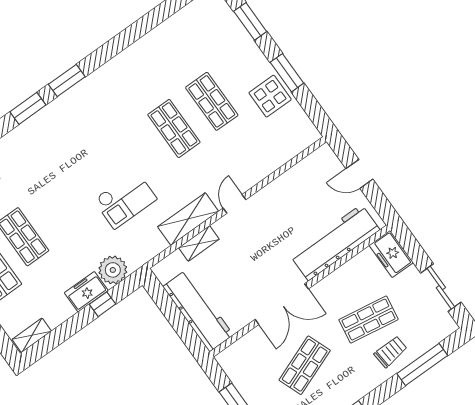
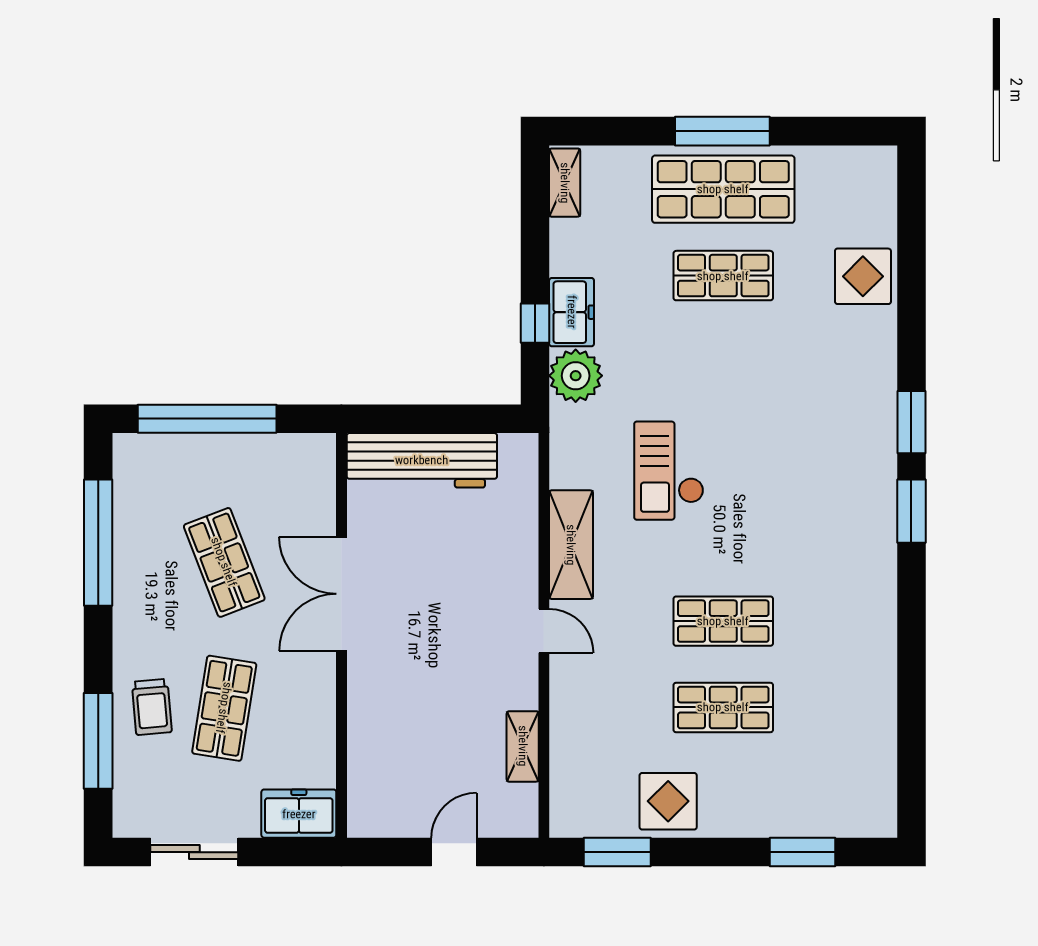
window: (287, 73) -> (617, 852), moved
shelving: (199, 243) -> (523, 746), moved
workbench: (335, 243) -> (377, 741), removed

